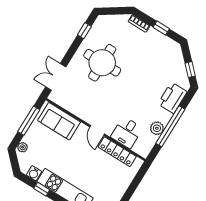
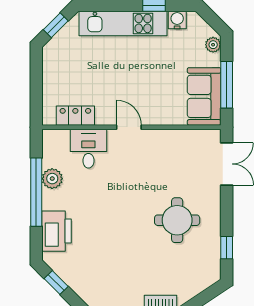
round table: (102, 63) -> (177, 220), width x0.73, depth x0.73
sofa: (59, 121) -> (204, 96), moved, turned -90
locker: (117, 152) -> (75, 116), width x0.66

